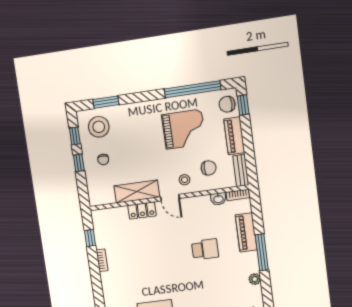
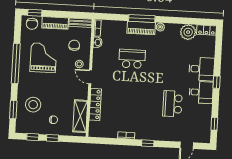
window: (193, 89) -> (16, 64), moved
stool: (99, 127) -> (33, 105), moved
shelving: (137, 192) -> (80, 116), moved
door: (170, 198) -> (90, 77), swing flipped
locker: (142, 211) -> (95, 104), width x1.53
piano: (246, 232) -> (141, 28), moved
window: (90, 238) -> (148, 143), moved
school desk: (205, 249) -> (132, 59), width x1.85

